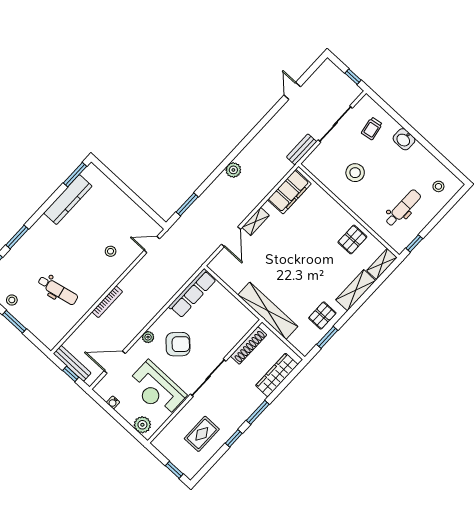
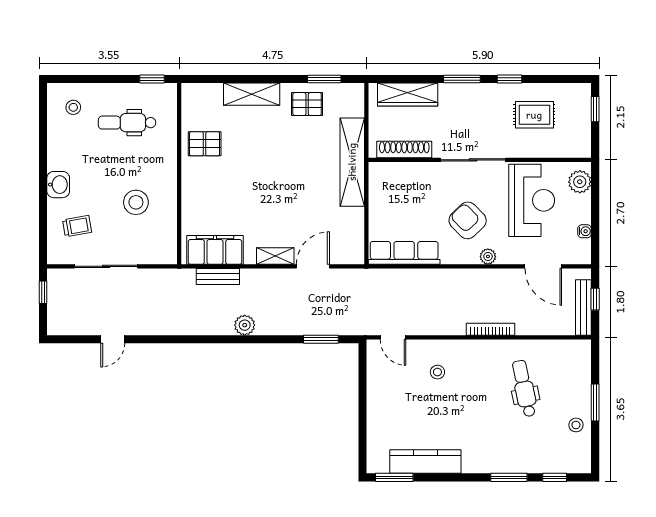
bench: (302, 149) -> (218, 277), moved
shelving: (382, 264) -> (202, 92), removed

